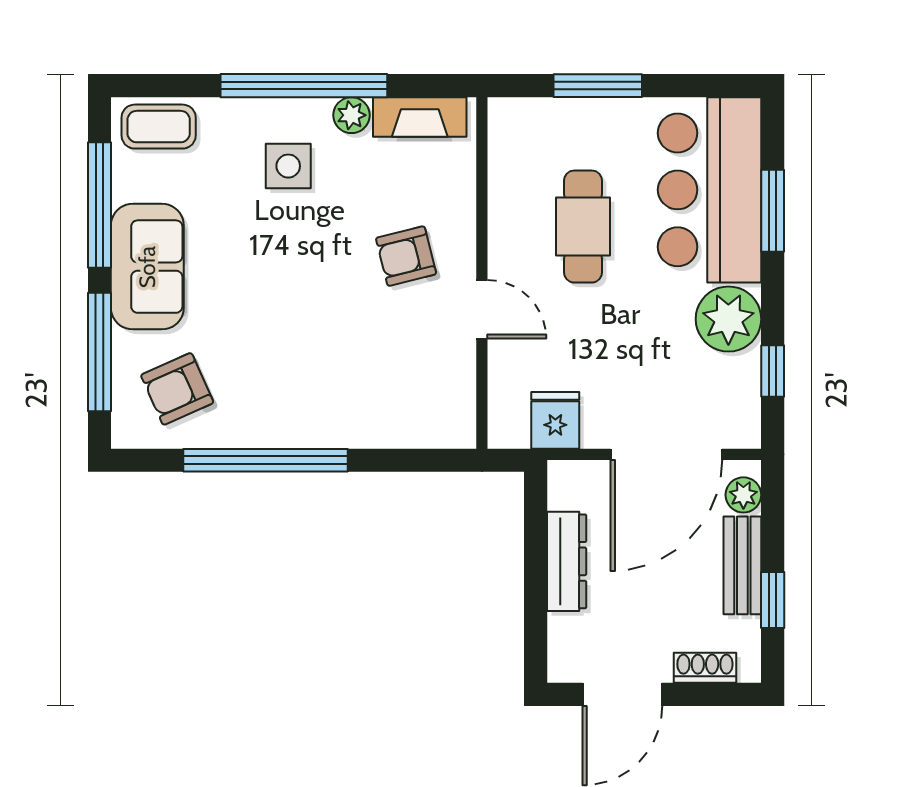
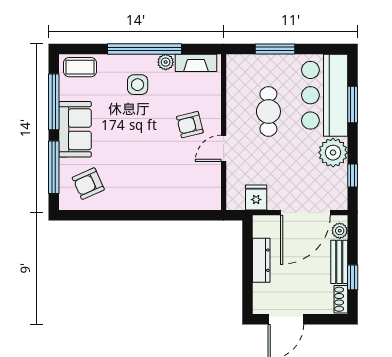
door: (482, 309) -> (224, 148), swing flipped
window: (266, 460) -> (127, 215), removed
shoe rack: (705, 668) -> (341, 299), moved, turned -90

